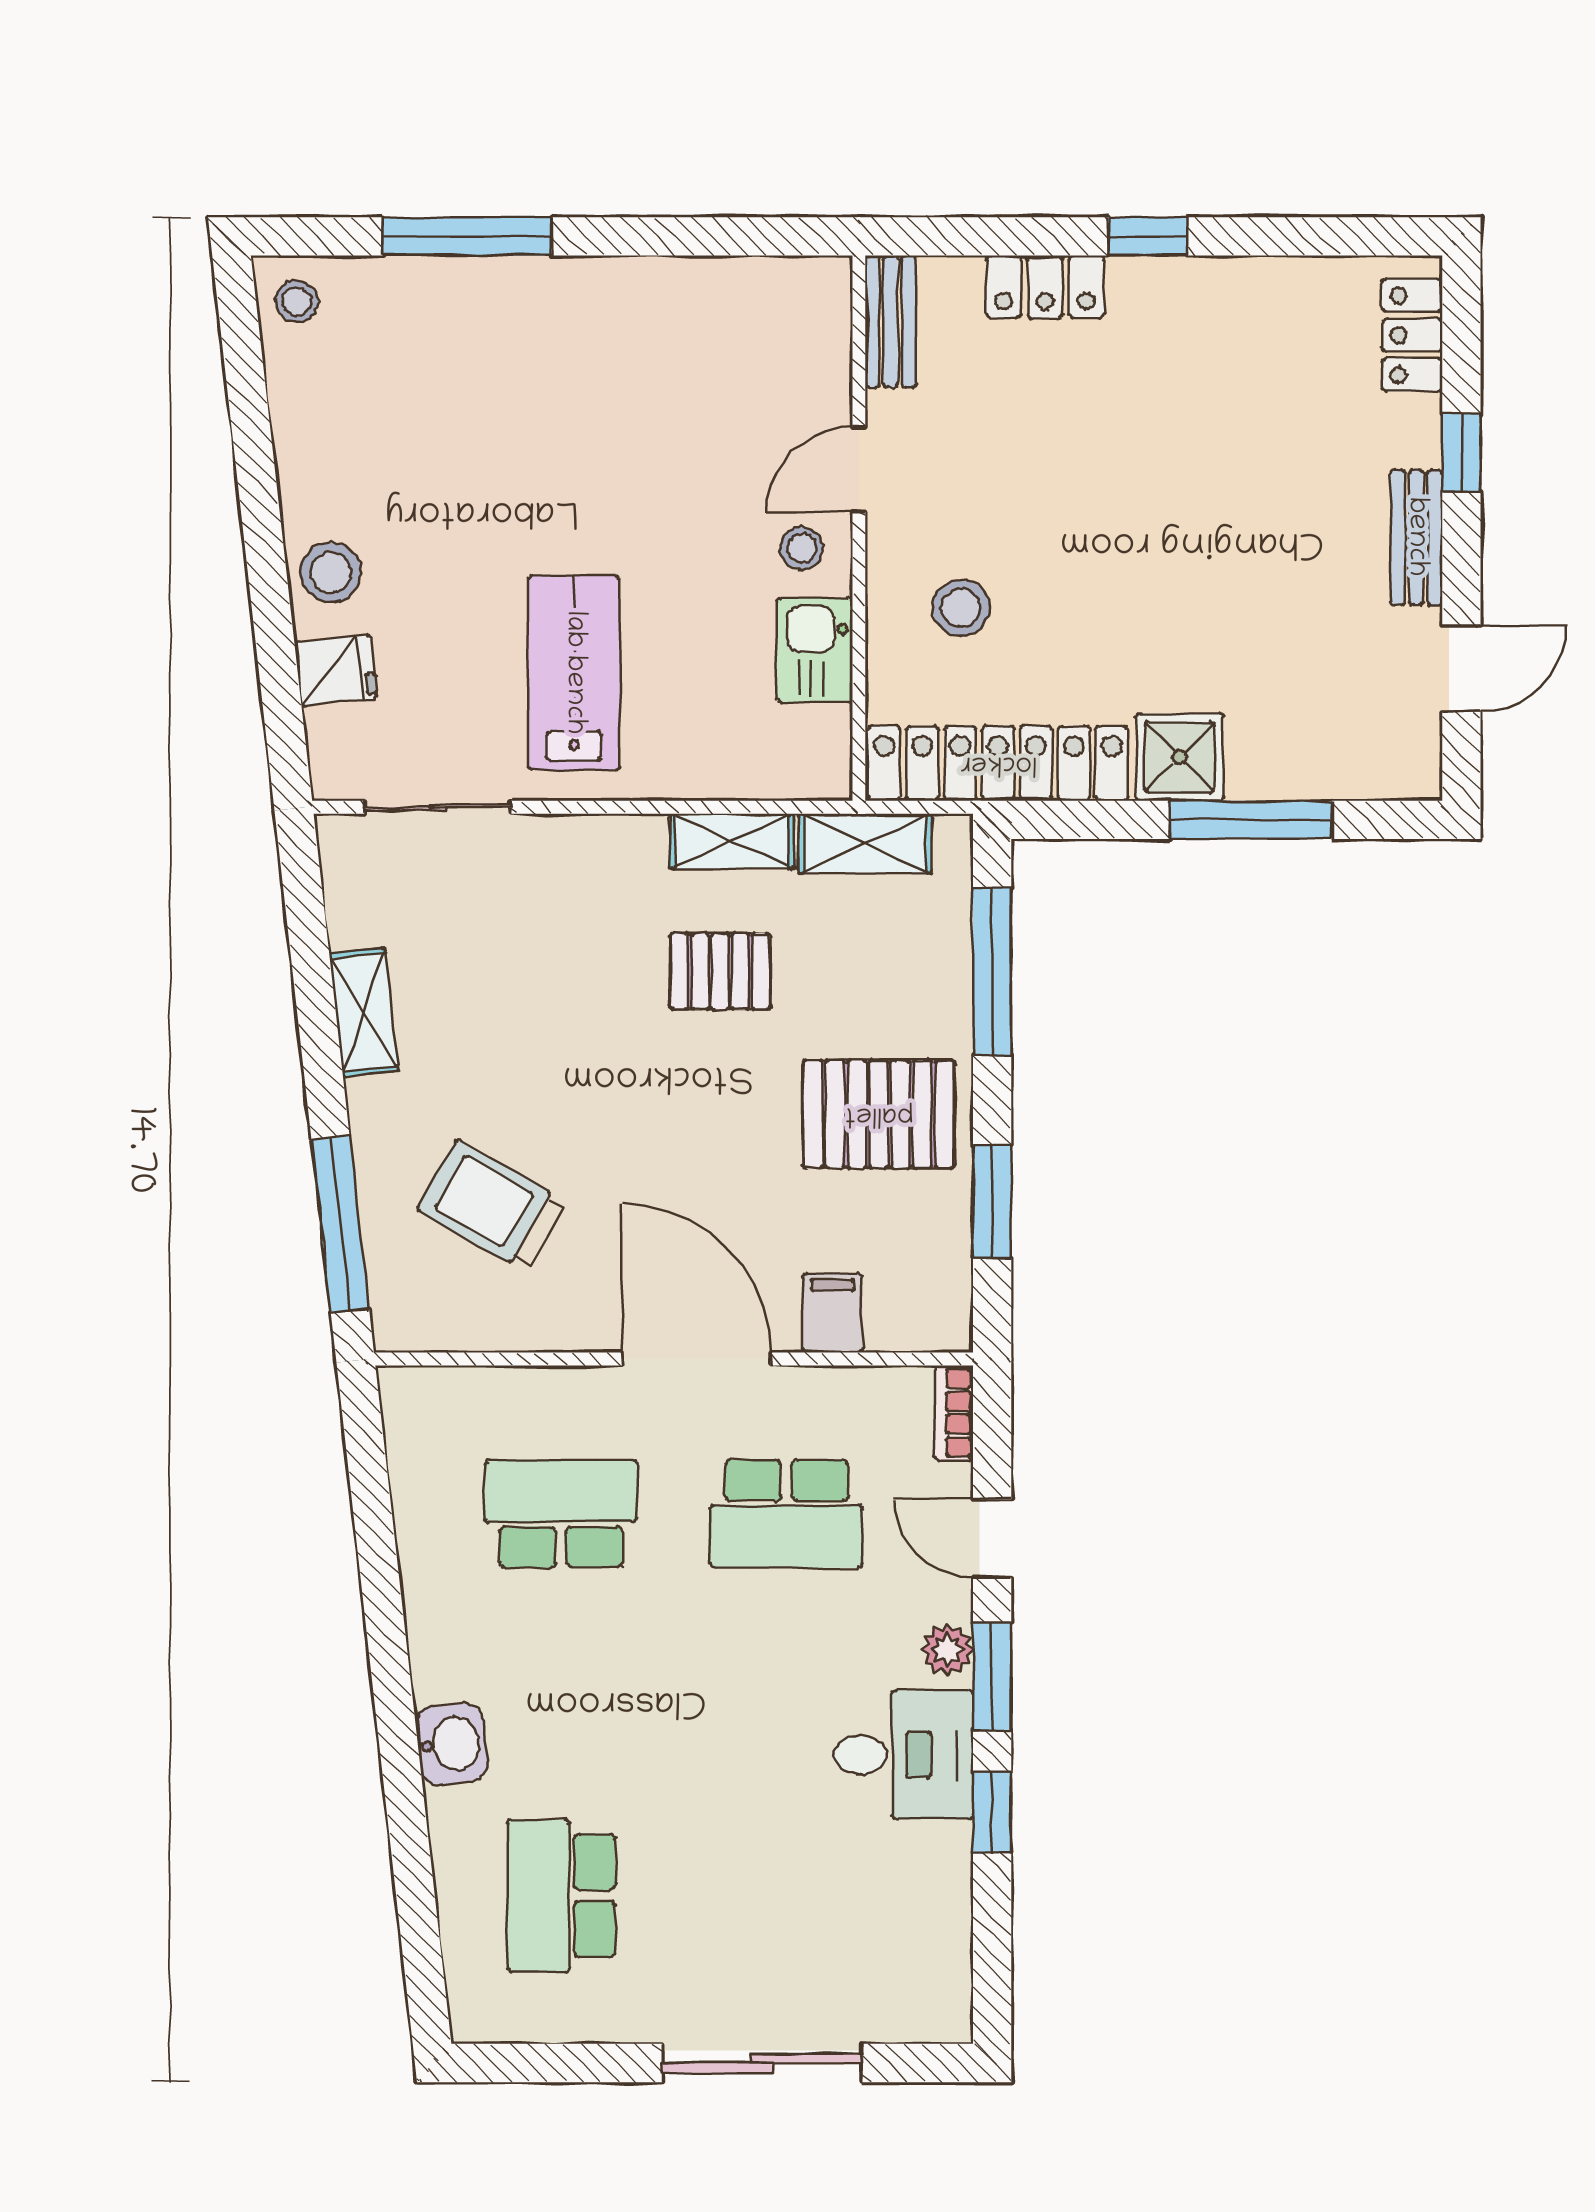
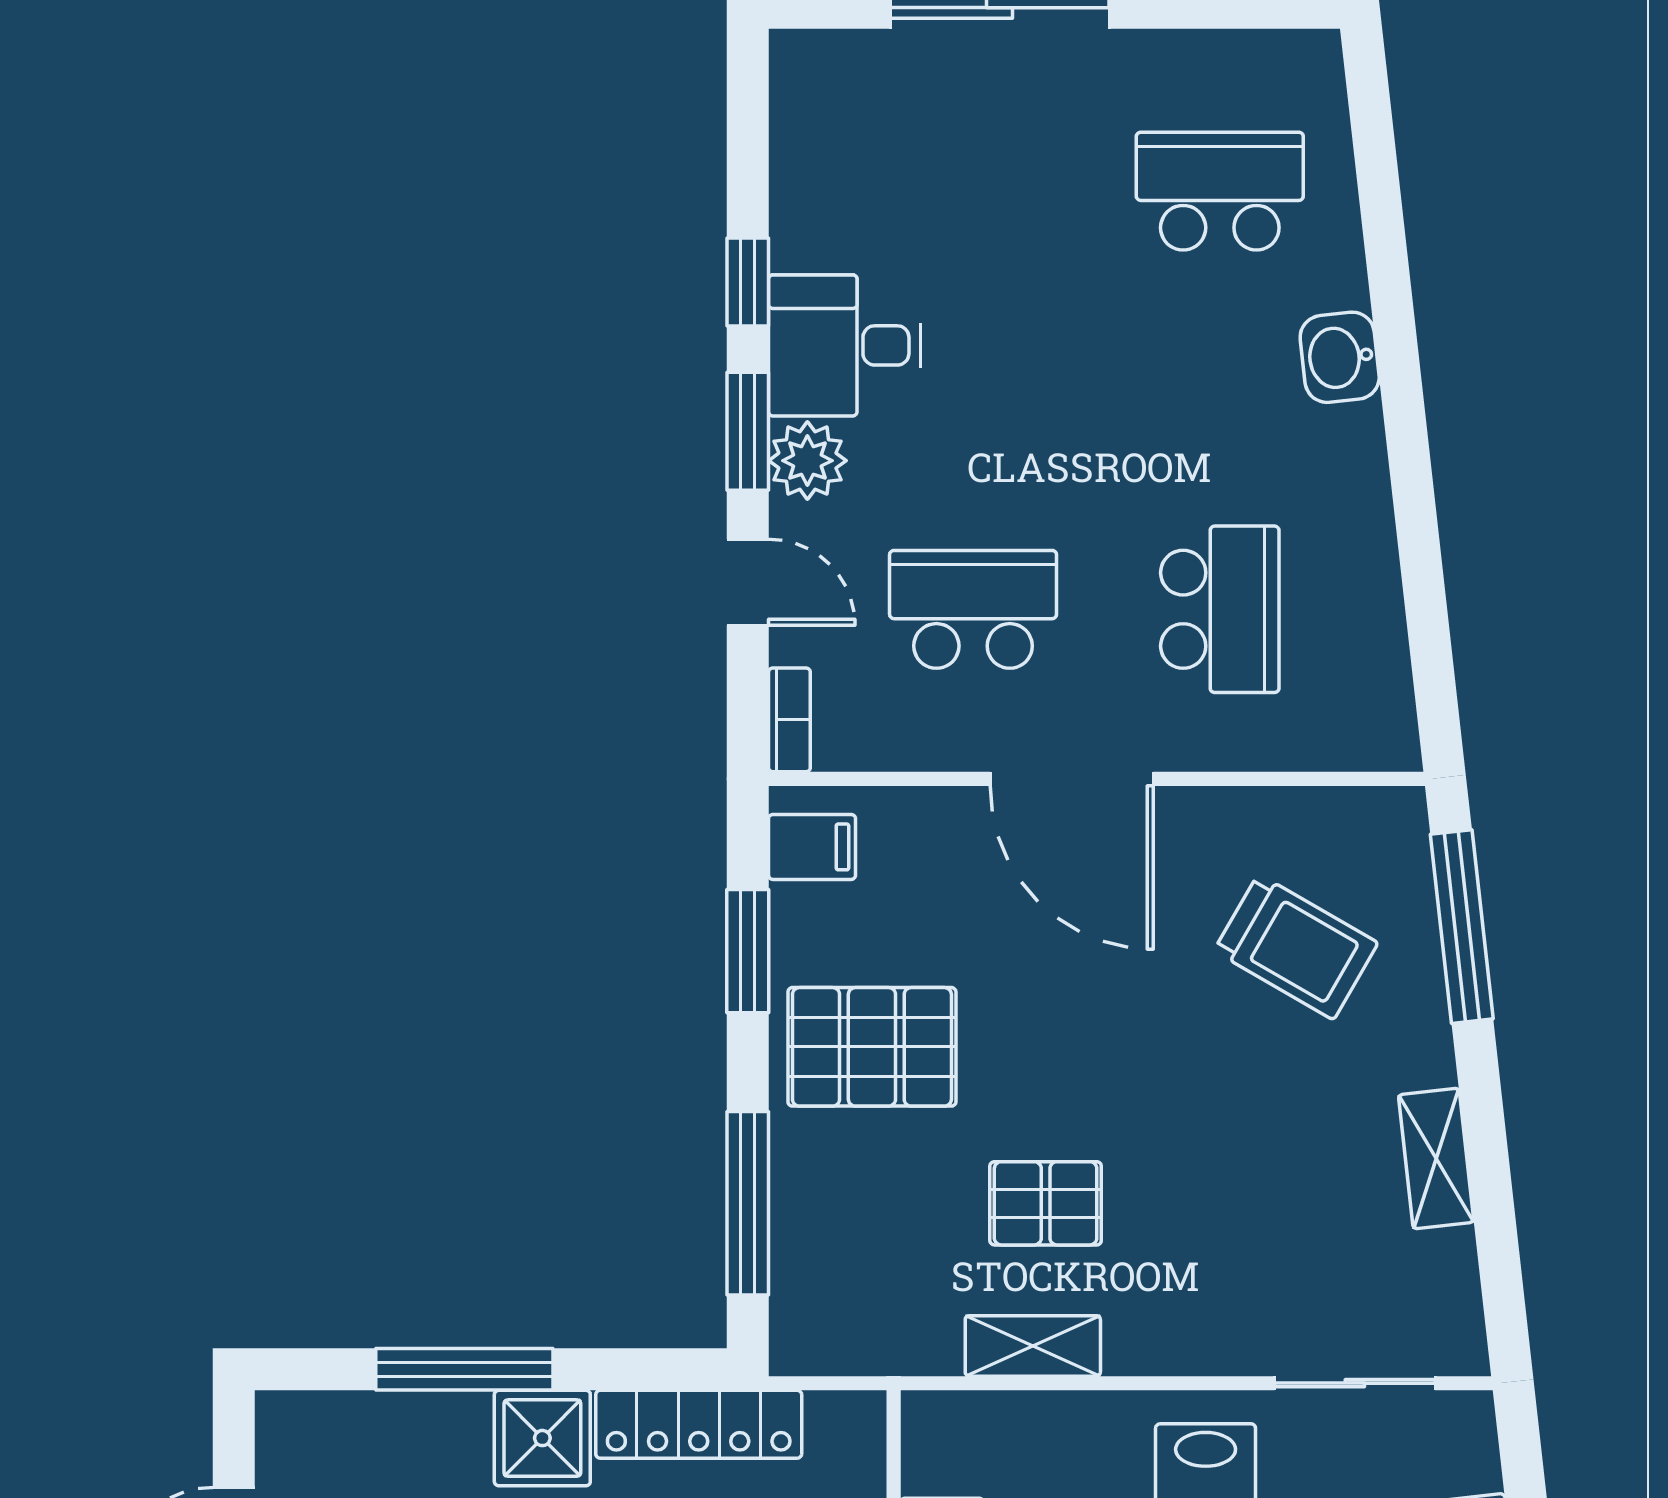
locker: (998, 763) -> (699, 1424), width x0.71, depth x0.83
shelving: (865, 843) -> (887, 1343), removed
filing cabinet: (833, 1313) -> (812, 847), moved, turned -90
school desk: (561, 1514) -> (1220, 609), turned -90
plant: (947, 1650) -> (807, 461), width x1.38, depth x1.38
school desk: (561, 1896) -> (1220, 191), turned -90

